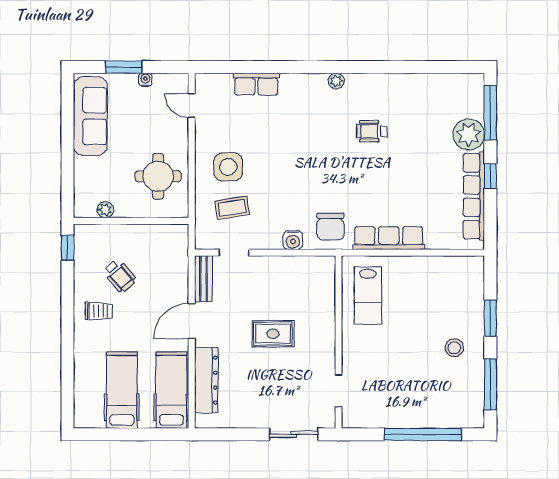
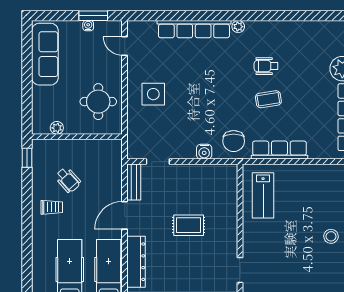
window: (124, 67) -> (93, 16), moved
row of seats: (256, 84) -> (194, 29), width x2.02
coffee table: (232, 208) -> (268, 99), moved

